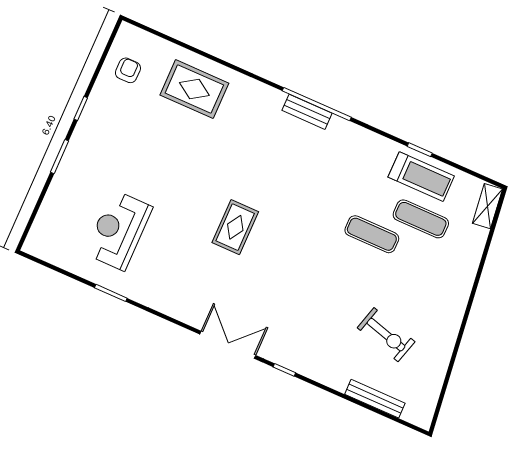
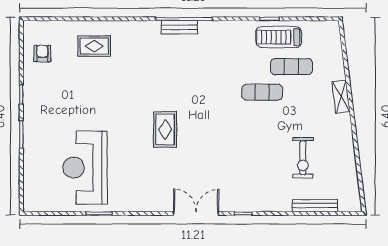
rug: (194, 89) -> (94, 46), width x0.73, depth x0.70
treadmill: (421, 177) -> (279, 37), turned 180
shelving: (487, 206) -> (341, 97), moved
reception desk: (119, 230) -> (85, 167), width x1.36, depth x1.30
exercise bike: (386, 335) -> (303, 158), turned 74

